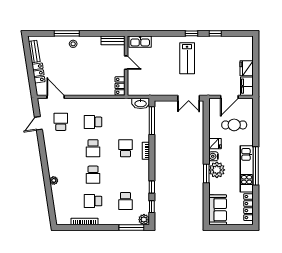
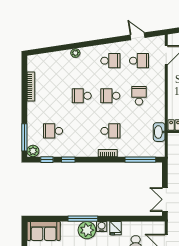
washbasin: (141, 103) -> (159, 132), moved
window: (206, 174) -> (83, 219), width x1.44
school desk: (93, 201) -> (110, 61), moved, turned 90

